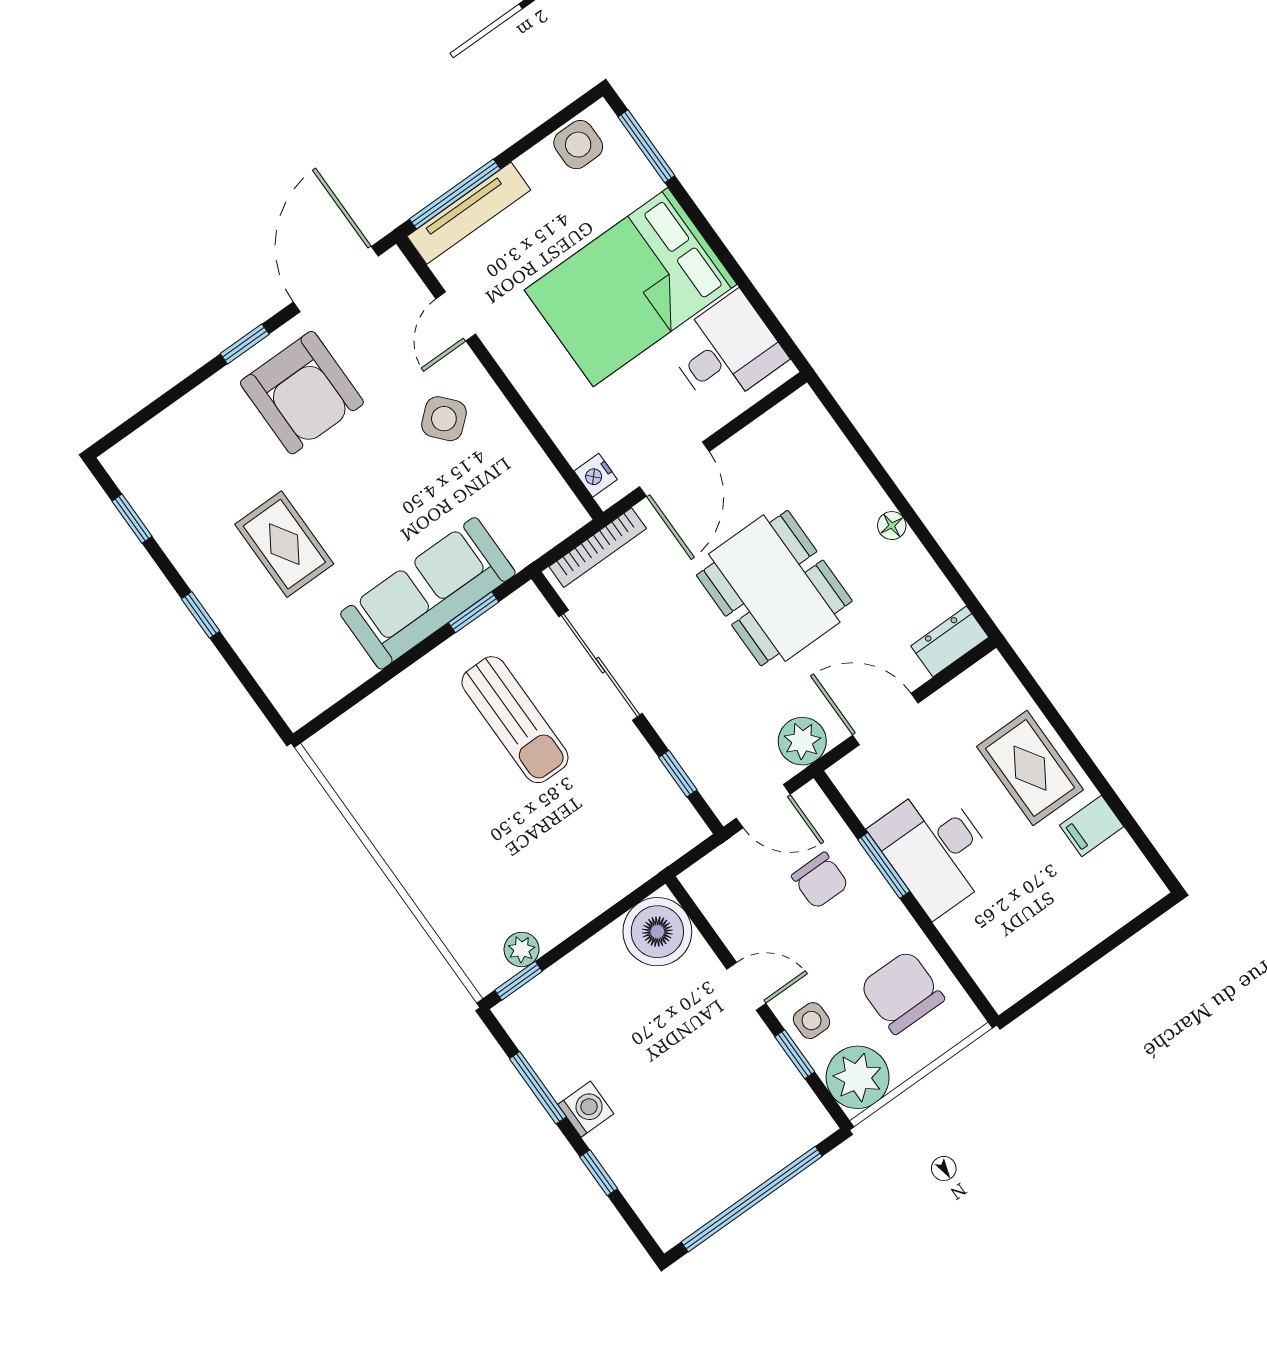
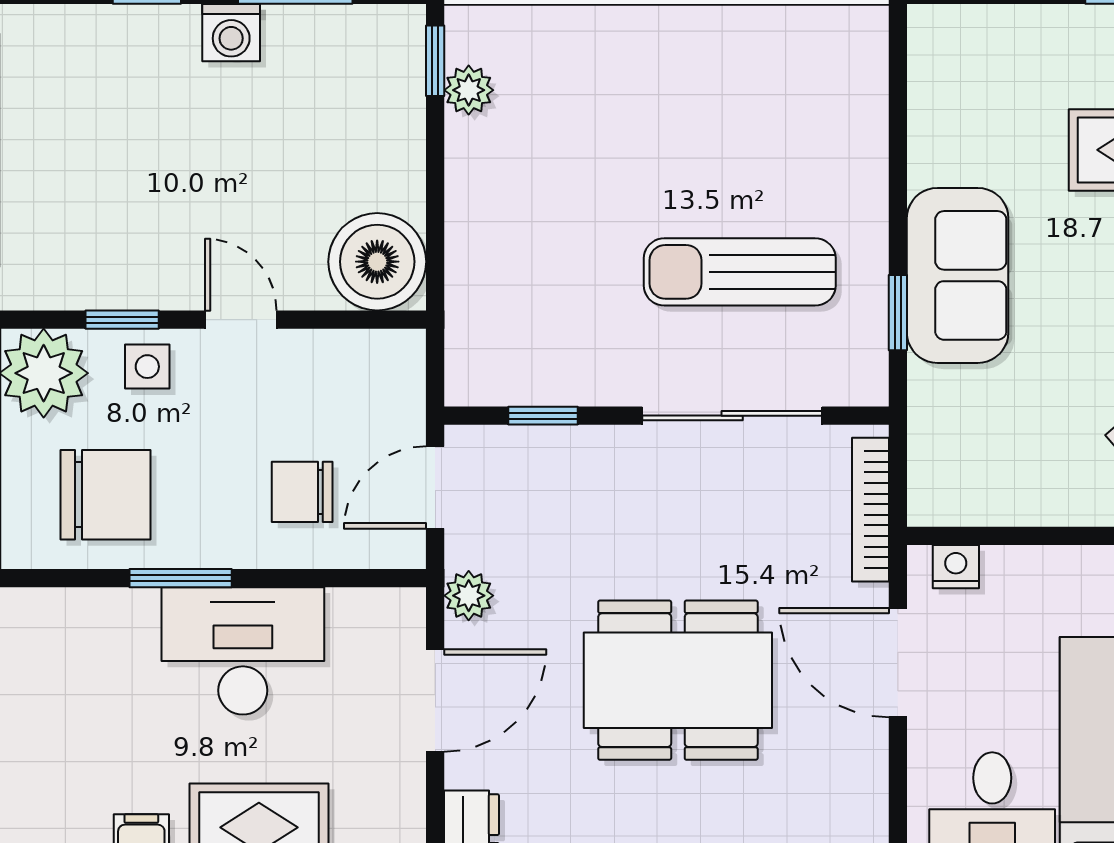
sofa: (428, 593) -> (958, 275), width x0.73
plant: (802, 741) -> (469, 596), width x0.73, depth x0.73
window: (884, 865) -> (181, 578), moved
door: (746, 986) -> (241, 320), swing flipped

